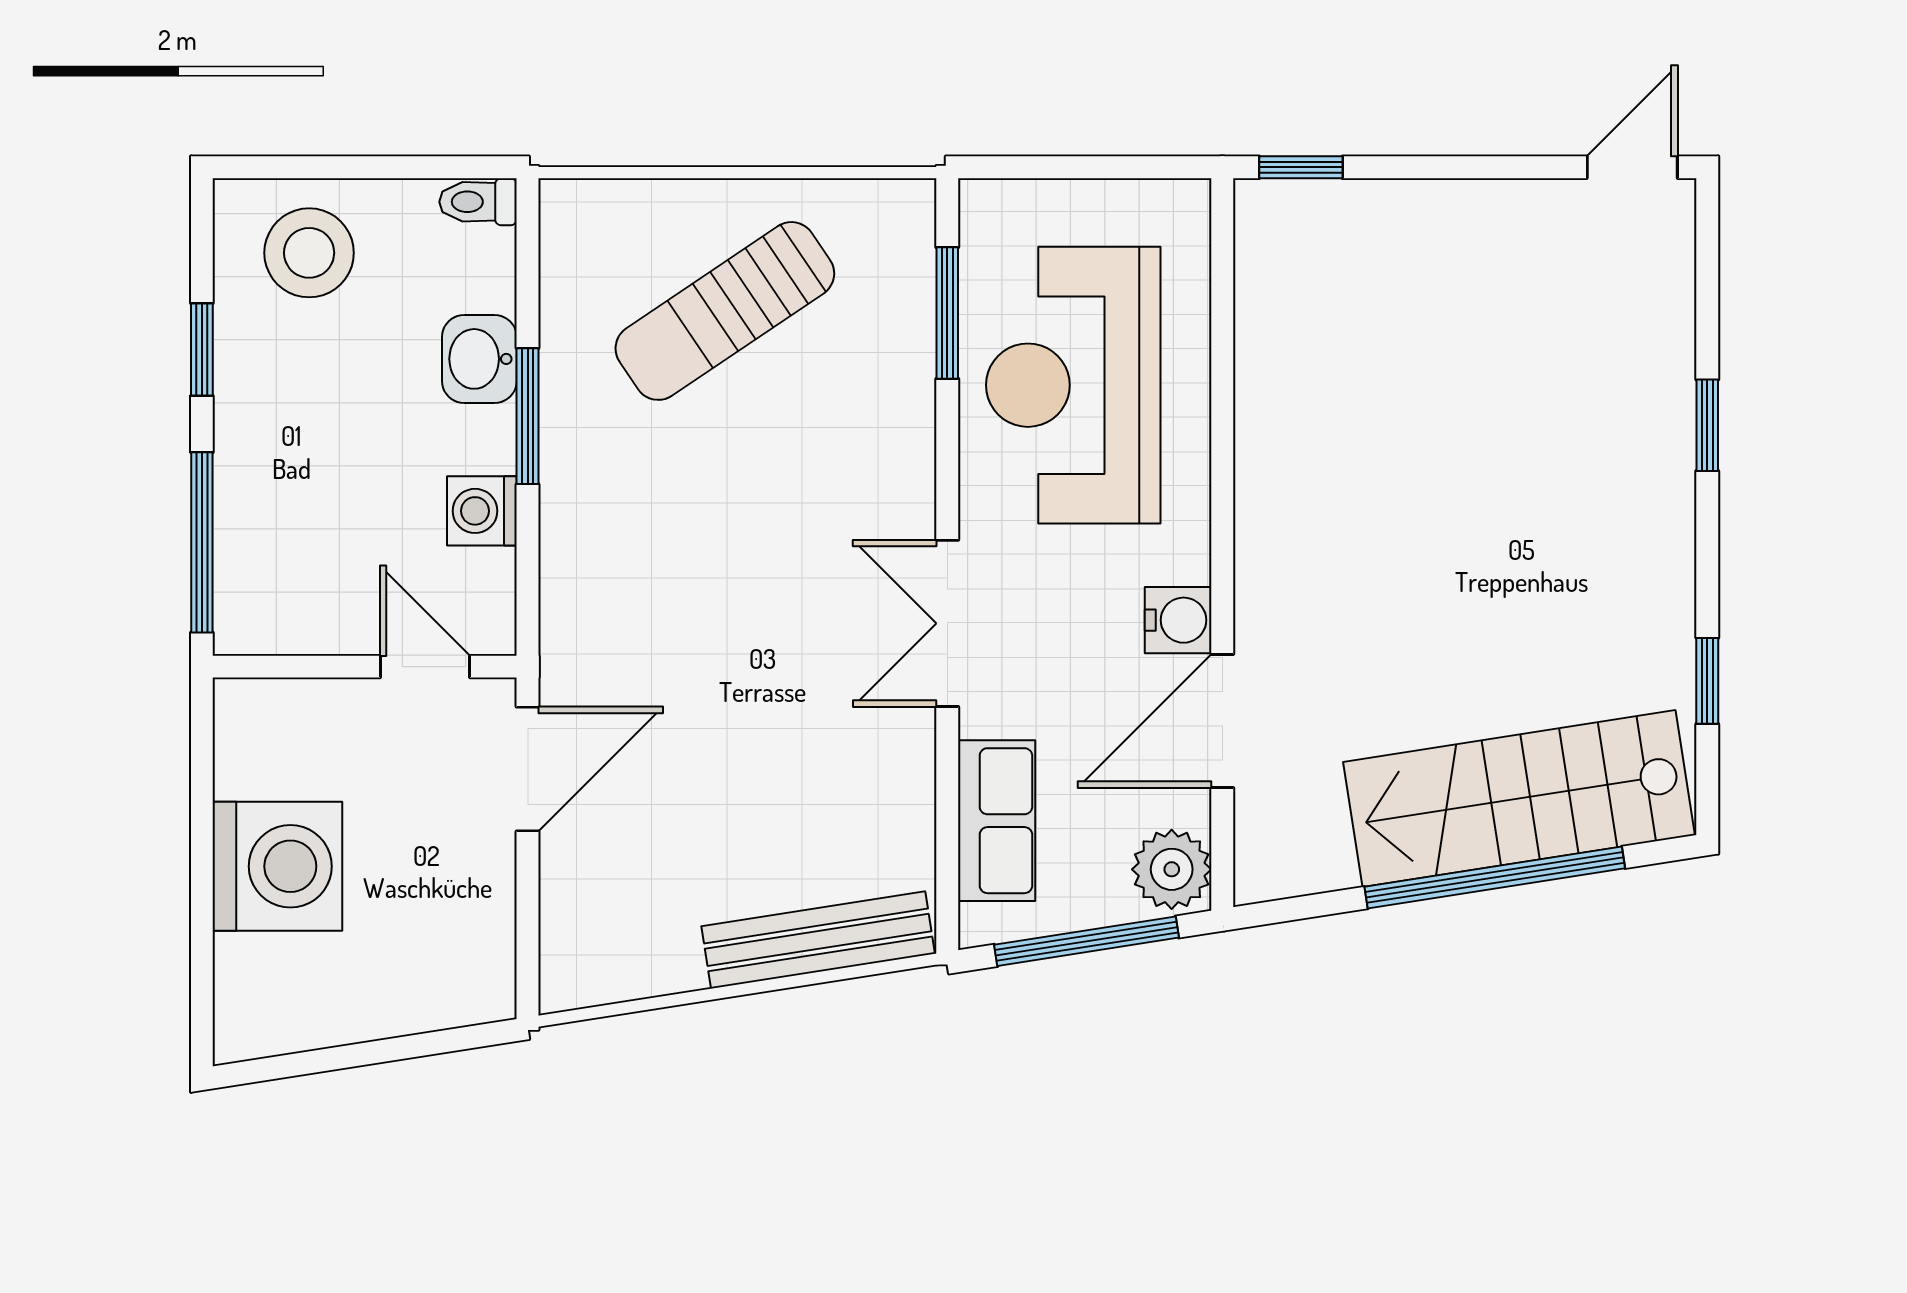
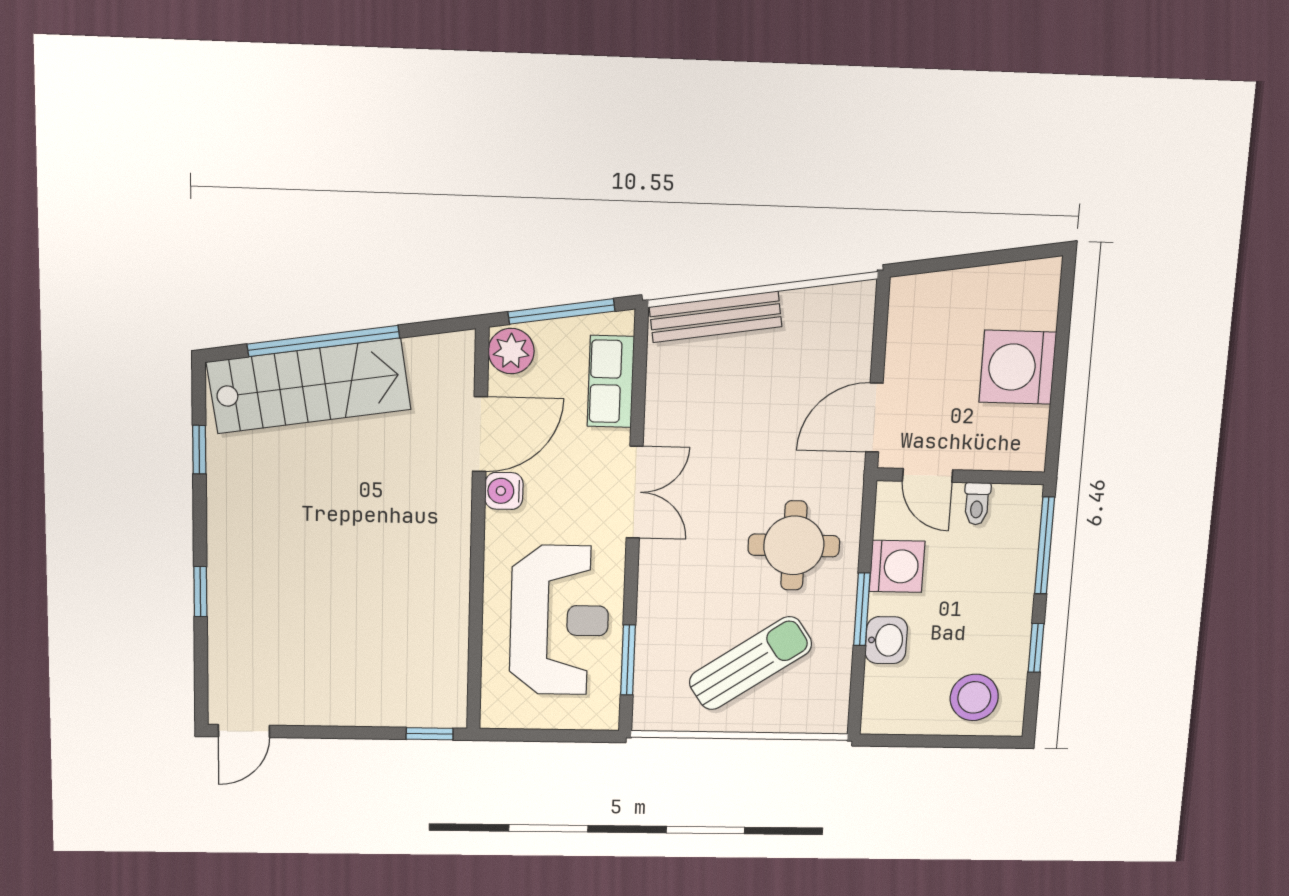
toilet: (478, 202) -> (977, 504), moved, turned 90
washing machine: (482, 511) -> (897, 566), width x1.38, depth x1.38
round table: (658, 532) -> (794, 545), added

